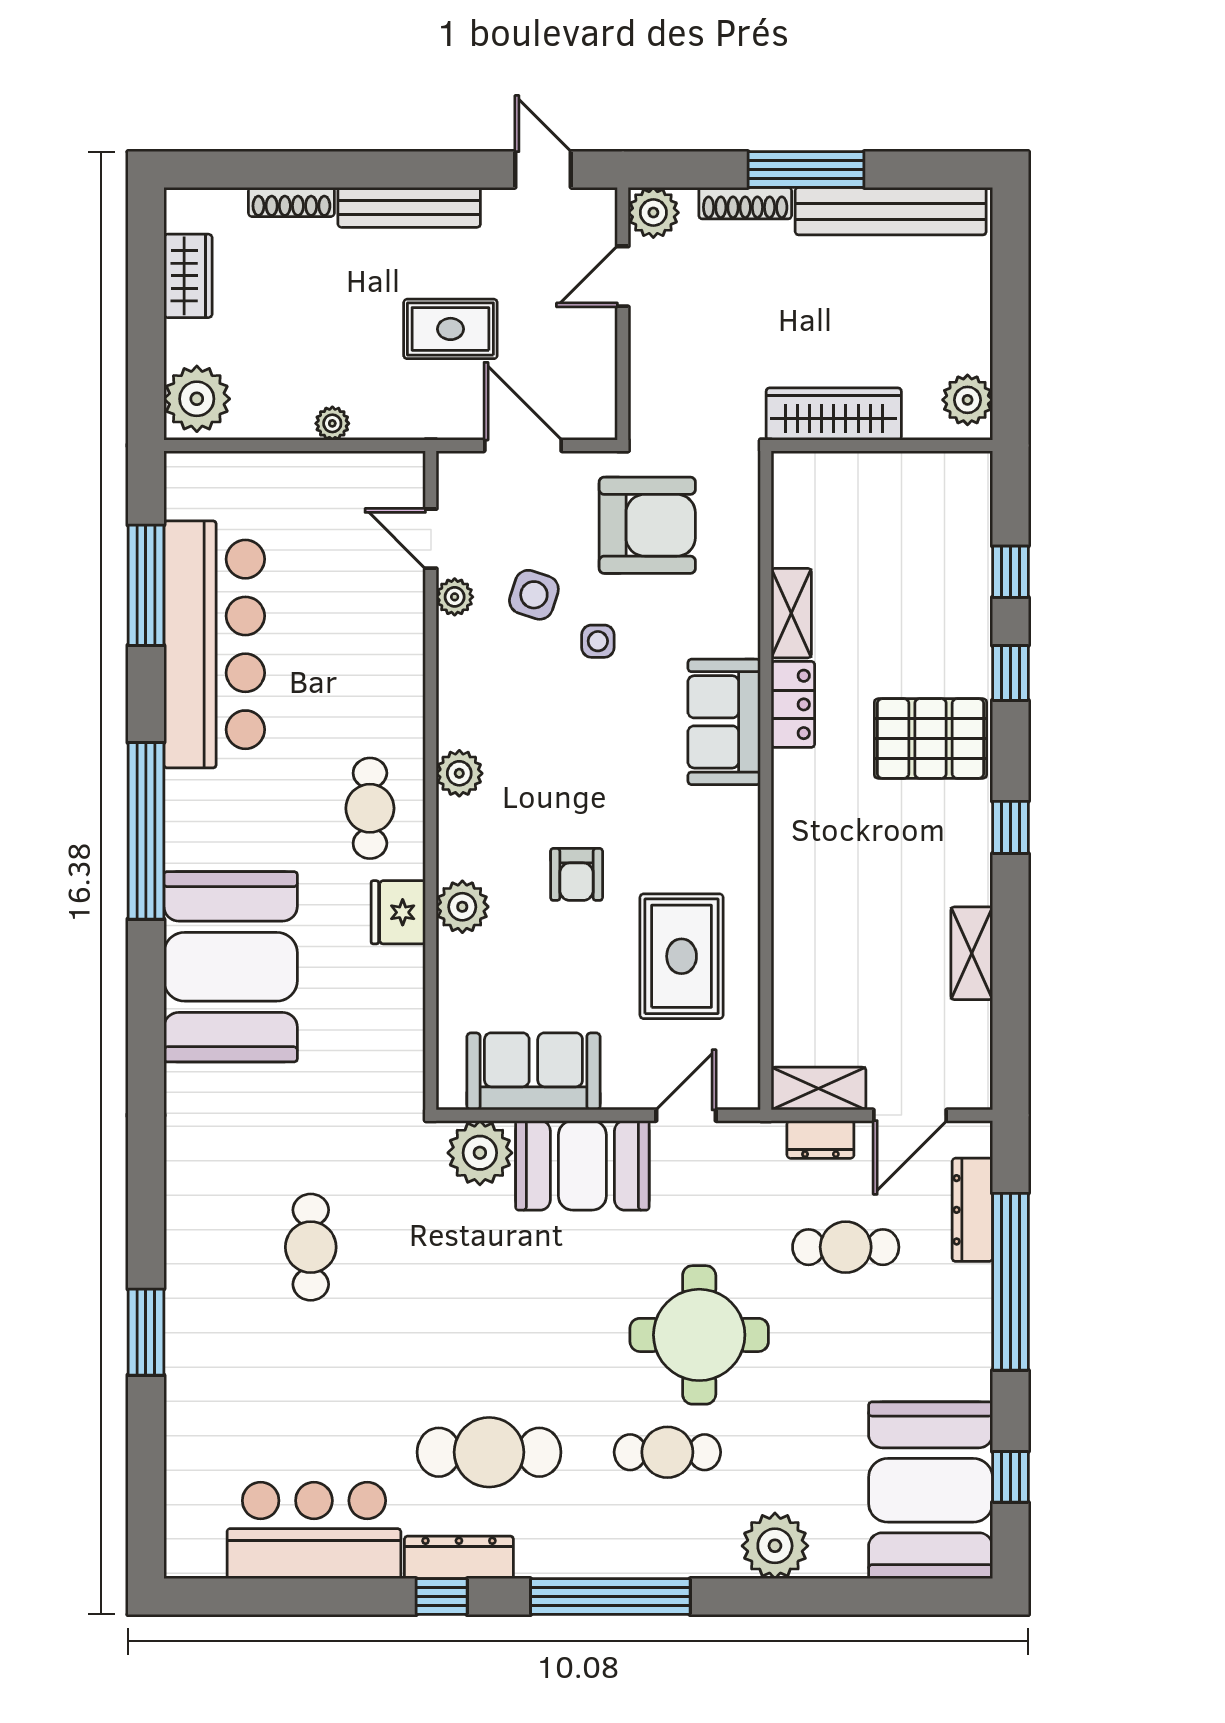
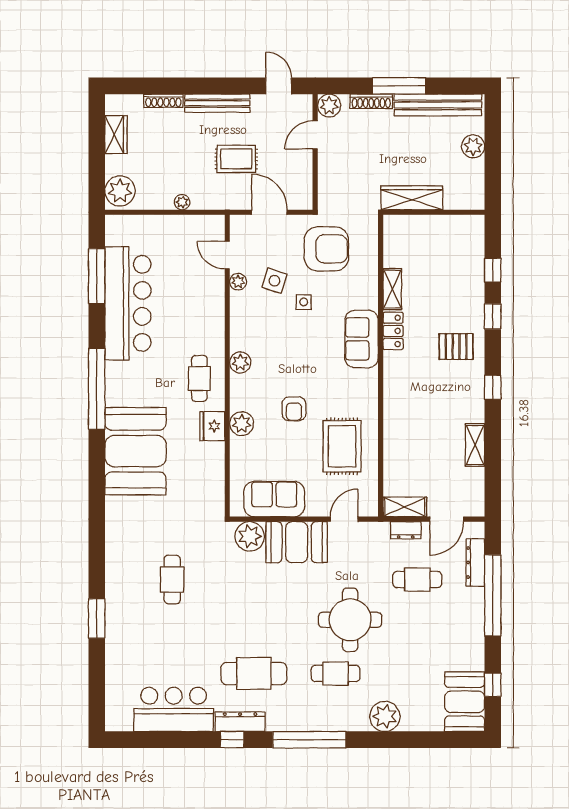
plant: (968, 400) -> (473, 146), moved
pallet: (931, 738) -> (456, 347), width x0.67, depth x0.71
booth: (931, 1490) -> (465, 702), width x0.73, depth x0.70

